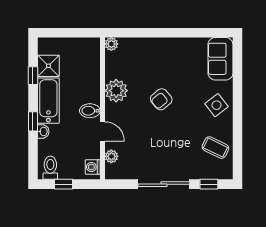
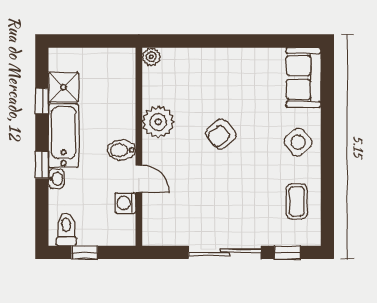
coffee table: (215, 148) -> (297, 201), turned 64
plant: (111, 156) -> (151, 214), removed
washing machine: (93, 167) -> (125, 203), moved

